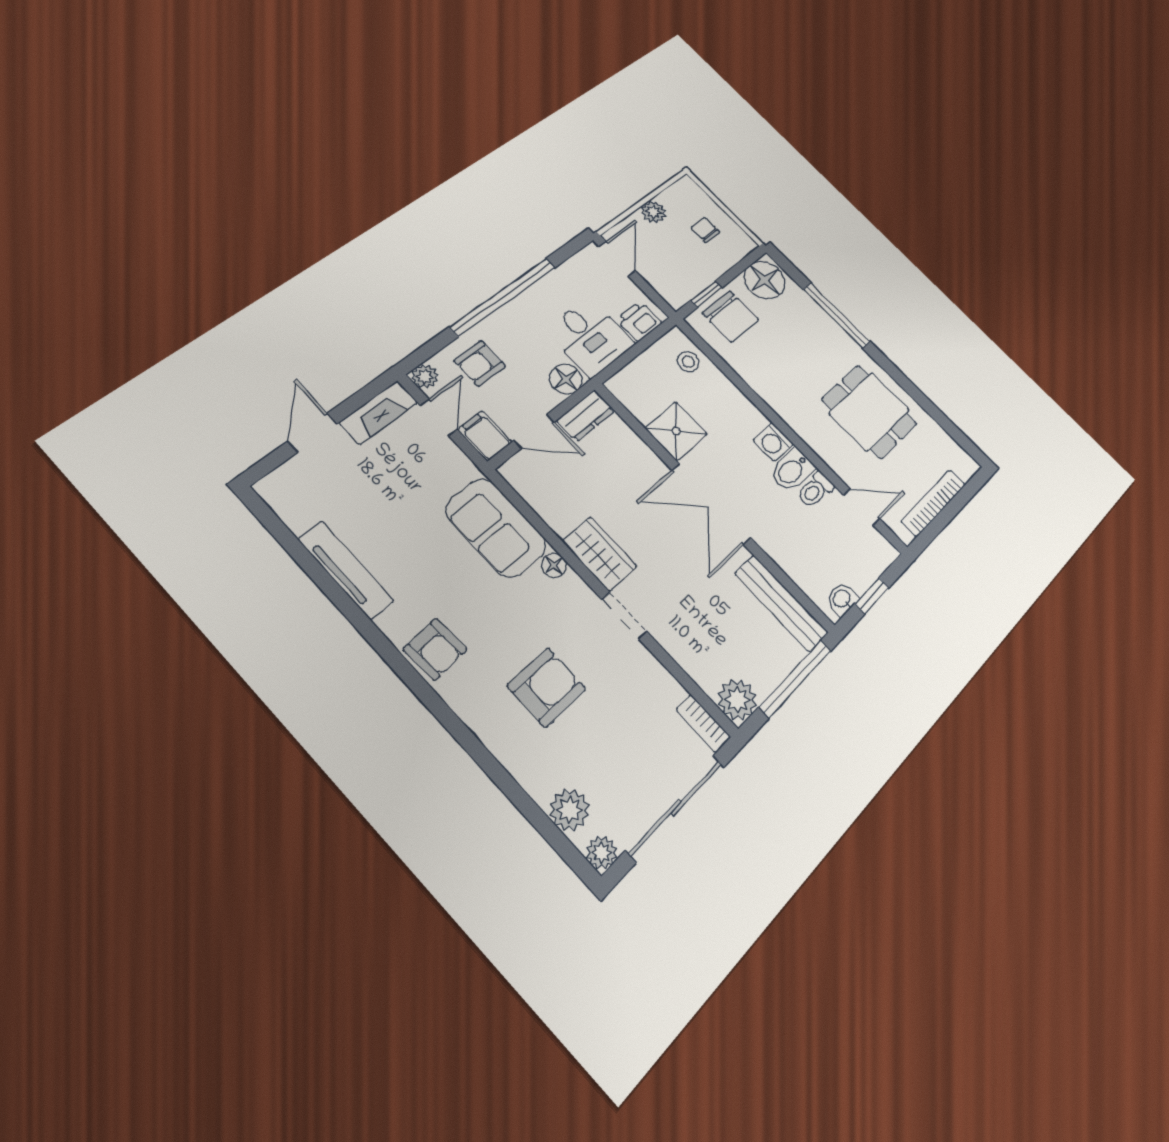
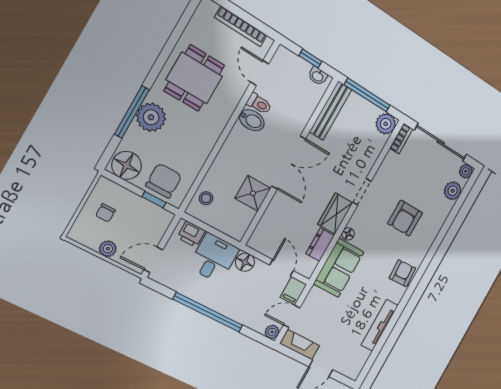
plant: (825, 336) -> (151, 117), added
armchair: (480, 363) -> (254, 309), removed
dresser: (586, 416) -> (320, 244), moved, turned -90
washing machine: (773, 442) -> (238, 135), removed
armchair: (547, 687) -> (405, 218), turned -90

